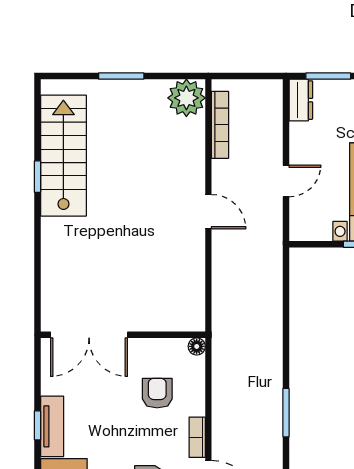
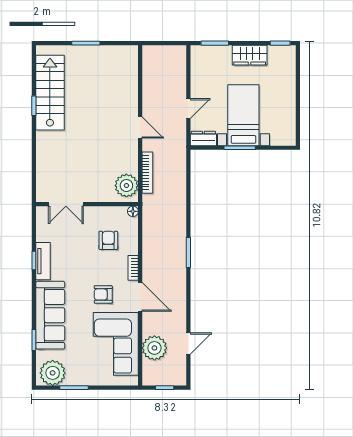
plant: (186, 98) -> (126, 186), moved
dresser: (301, 100) -> (203, 139), moved, turned -90
bookcase: (220, 125) -> (147, 173), moved
double door: (89, 335) -> (66, 204), width x0.73

